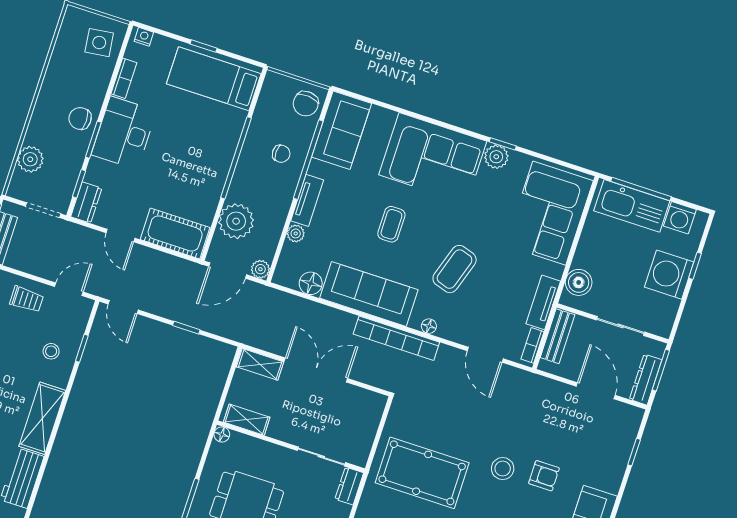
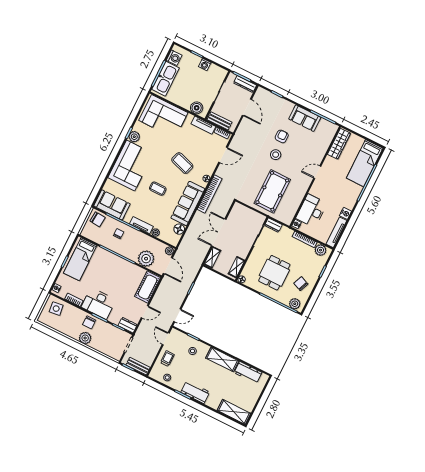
plant: (30, 159) -> (85, 338), moved
washing machine: (669, 275) -> (205, 65), width x0.53, depth x0.53
door: (596, 391) -> (247, 107), swing flipped

